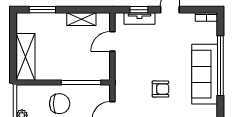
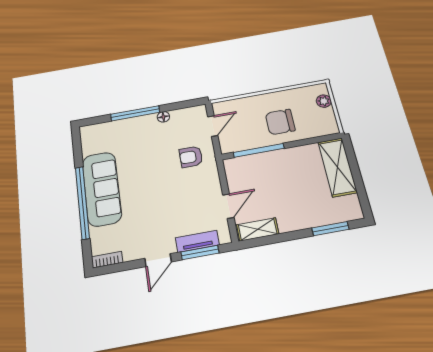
window: (139, 10) -> (200, 253), width x1.50
shelving: (81, 19) -> (258, 229), moved
armchair: (160, 89) -> (191, 157), moved

